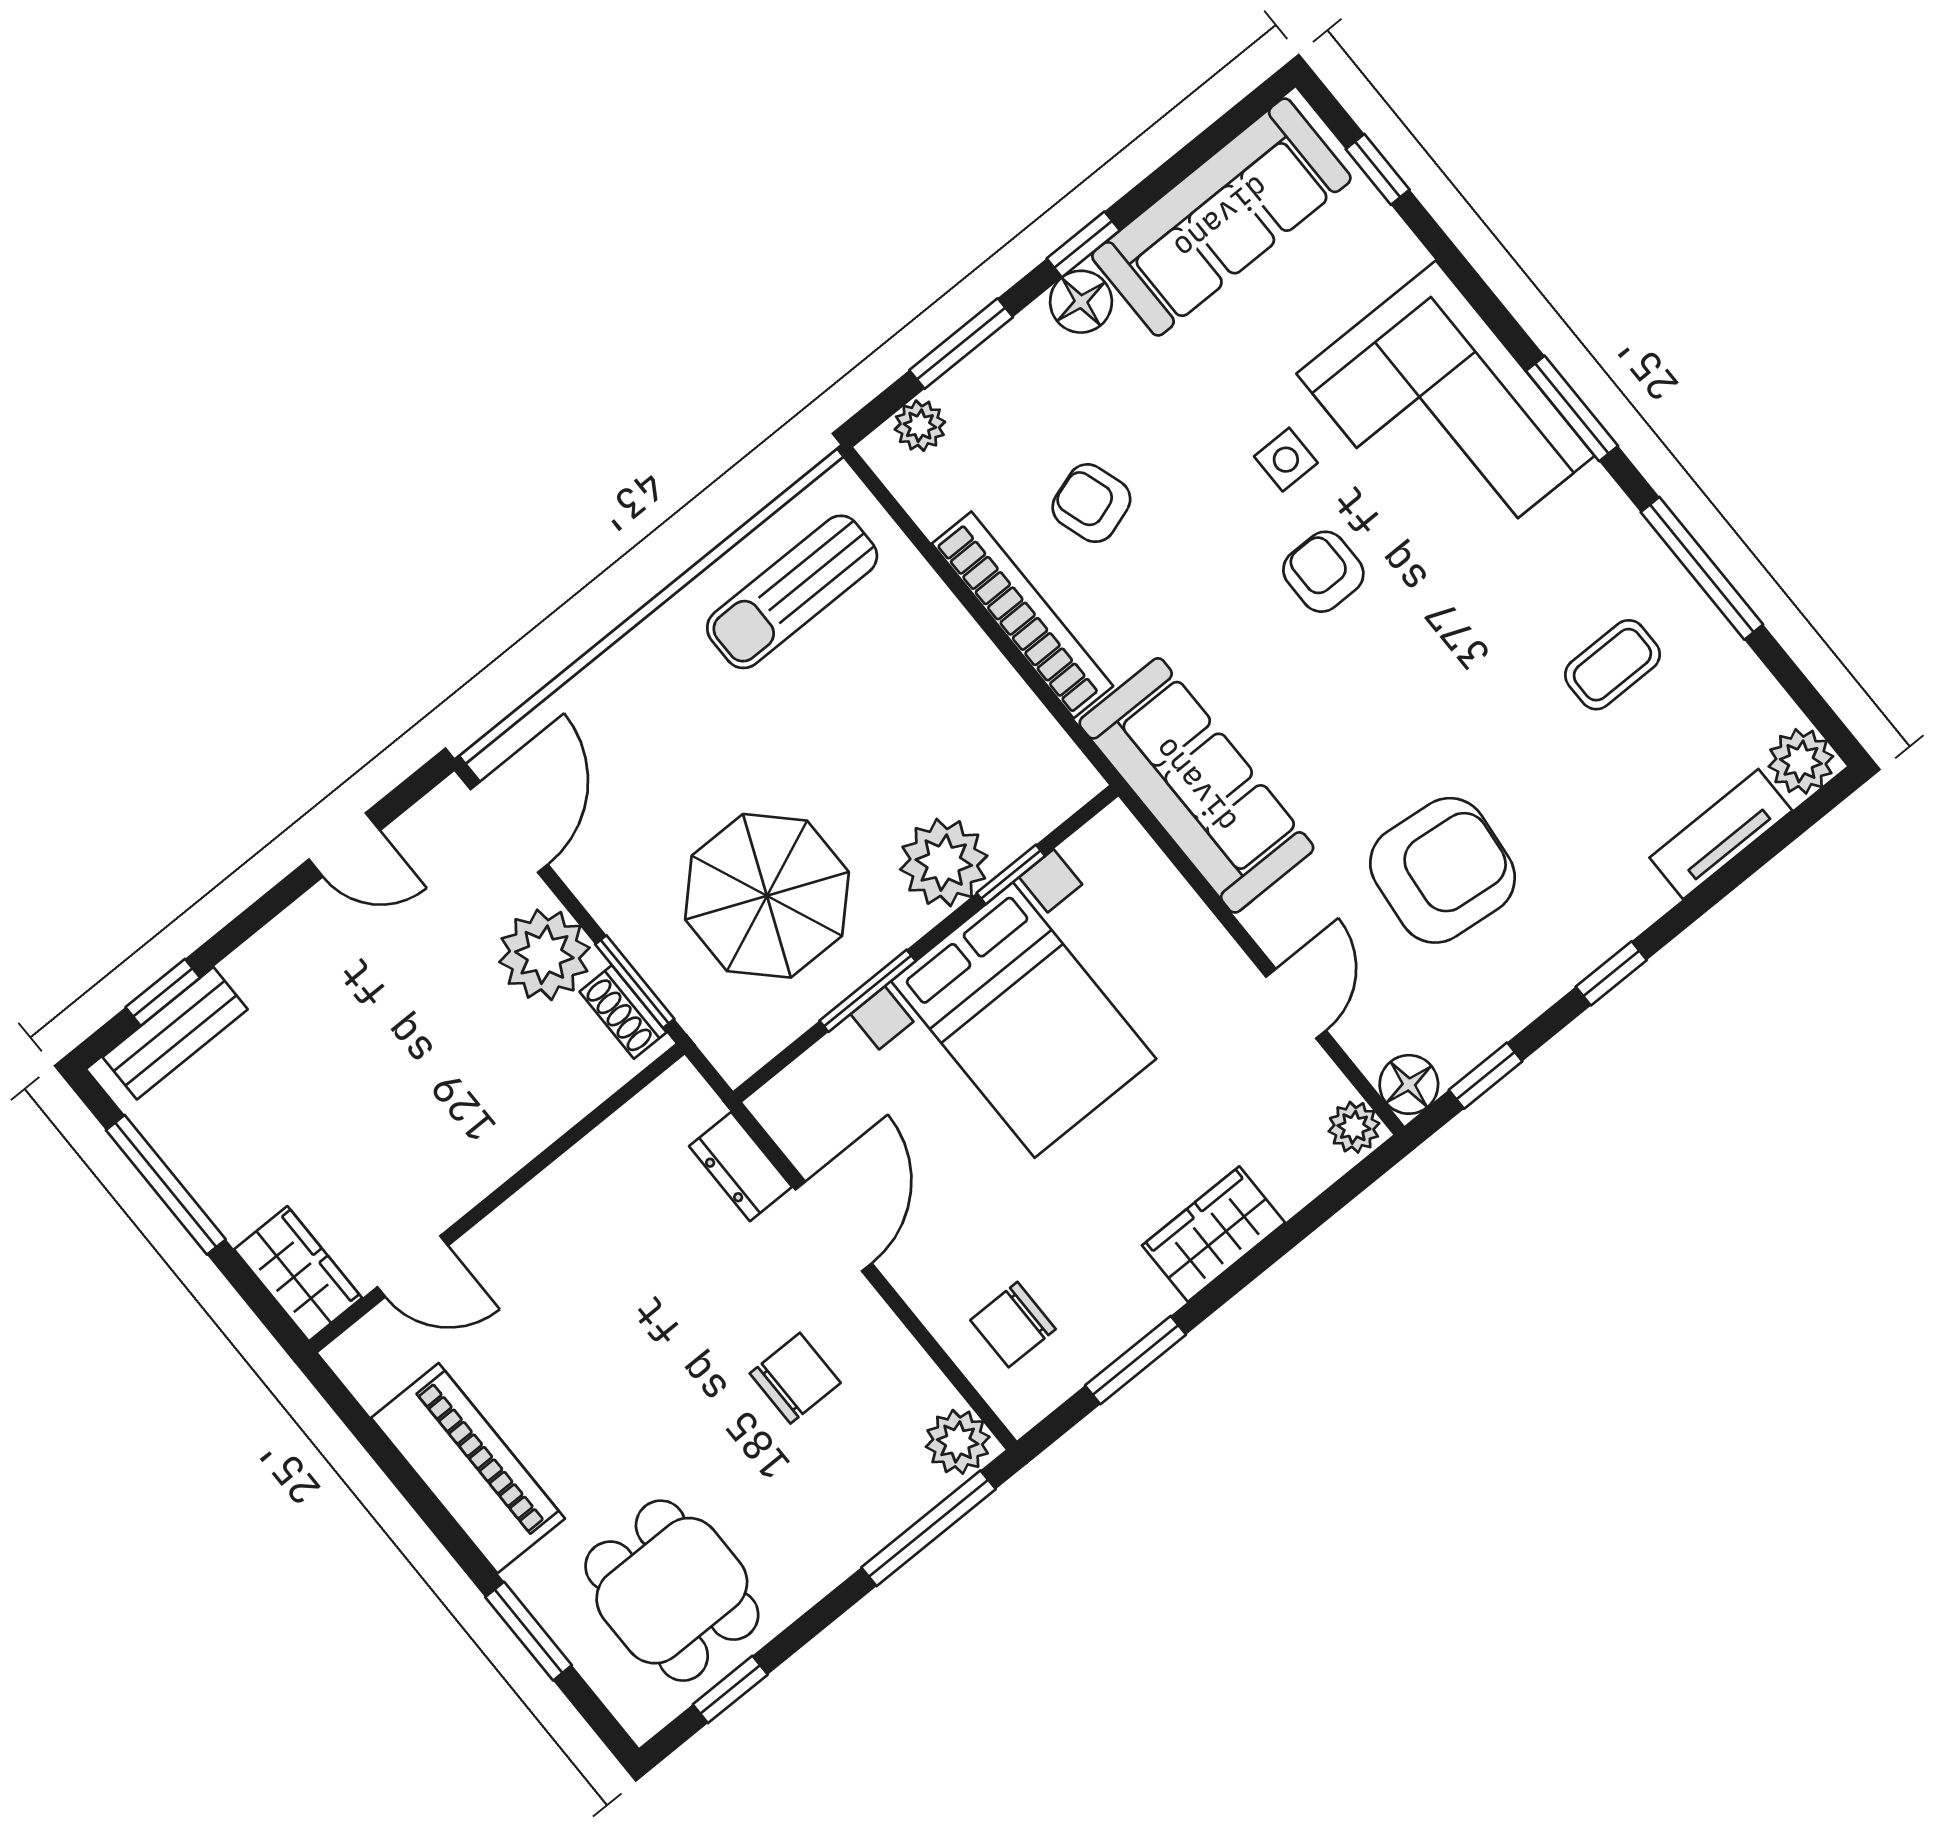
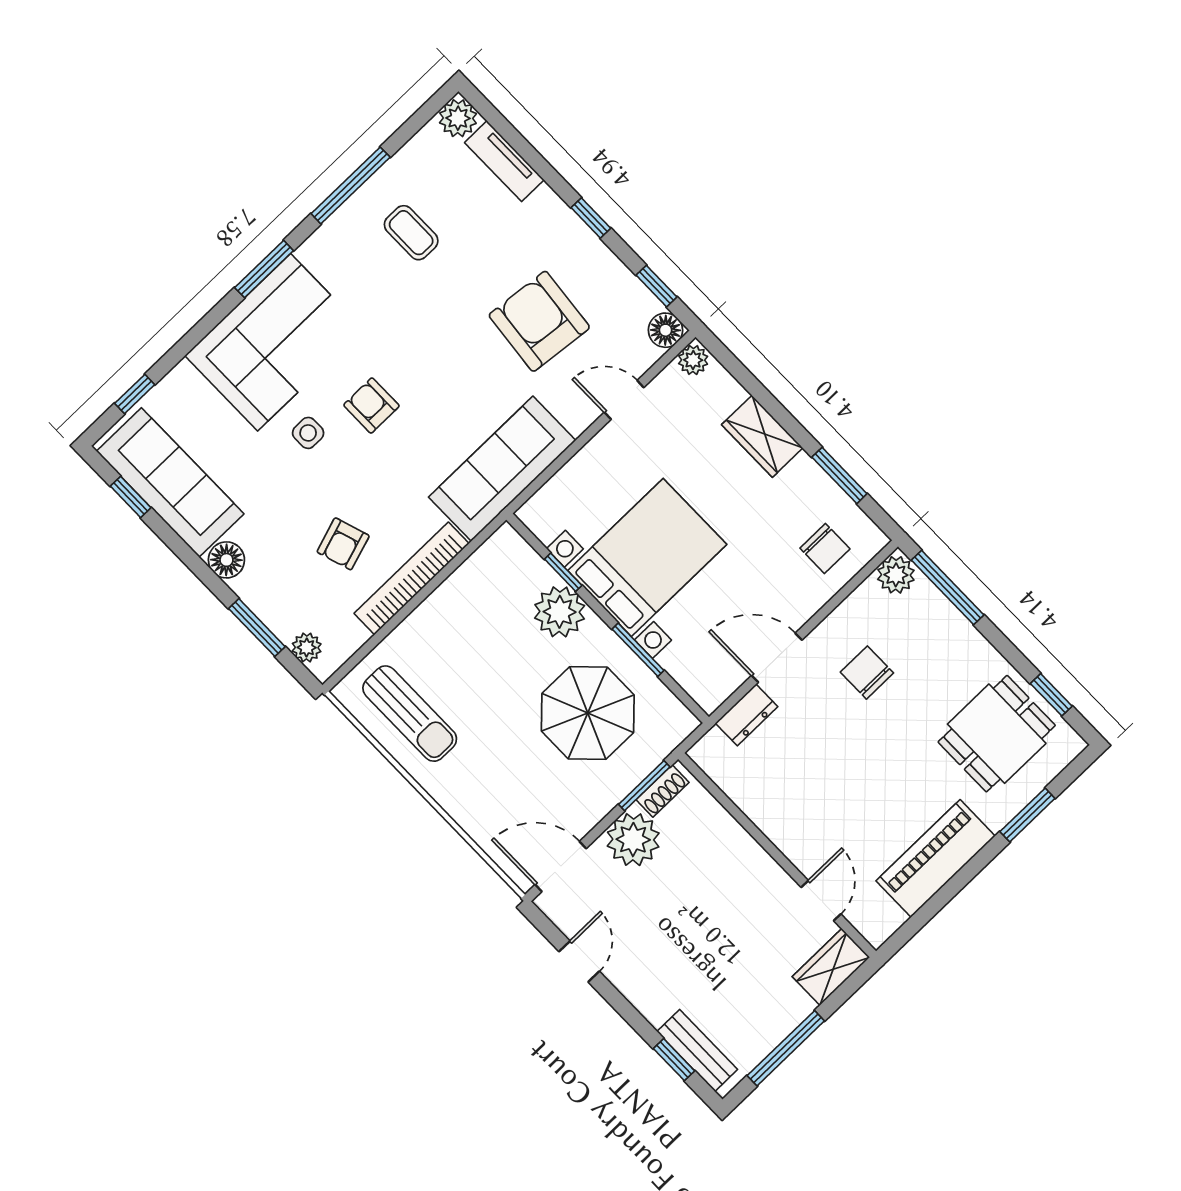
window: (1083, 244) -> (131, 497), moved
armchair: (1323, 572) -> (371, 405), turned 90

